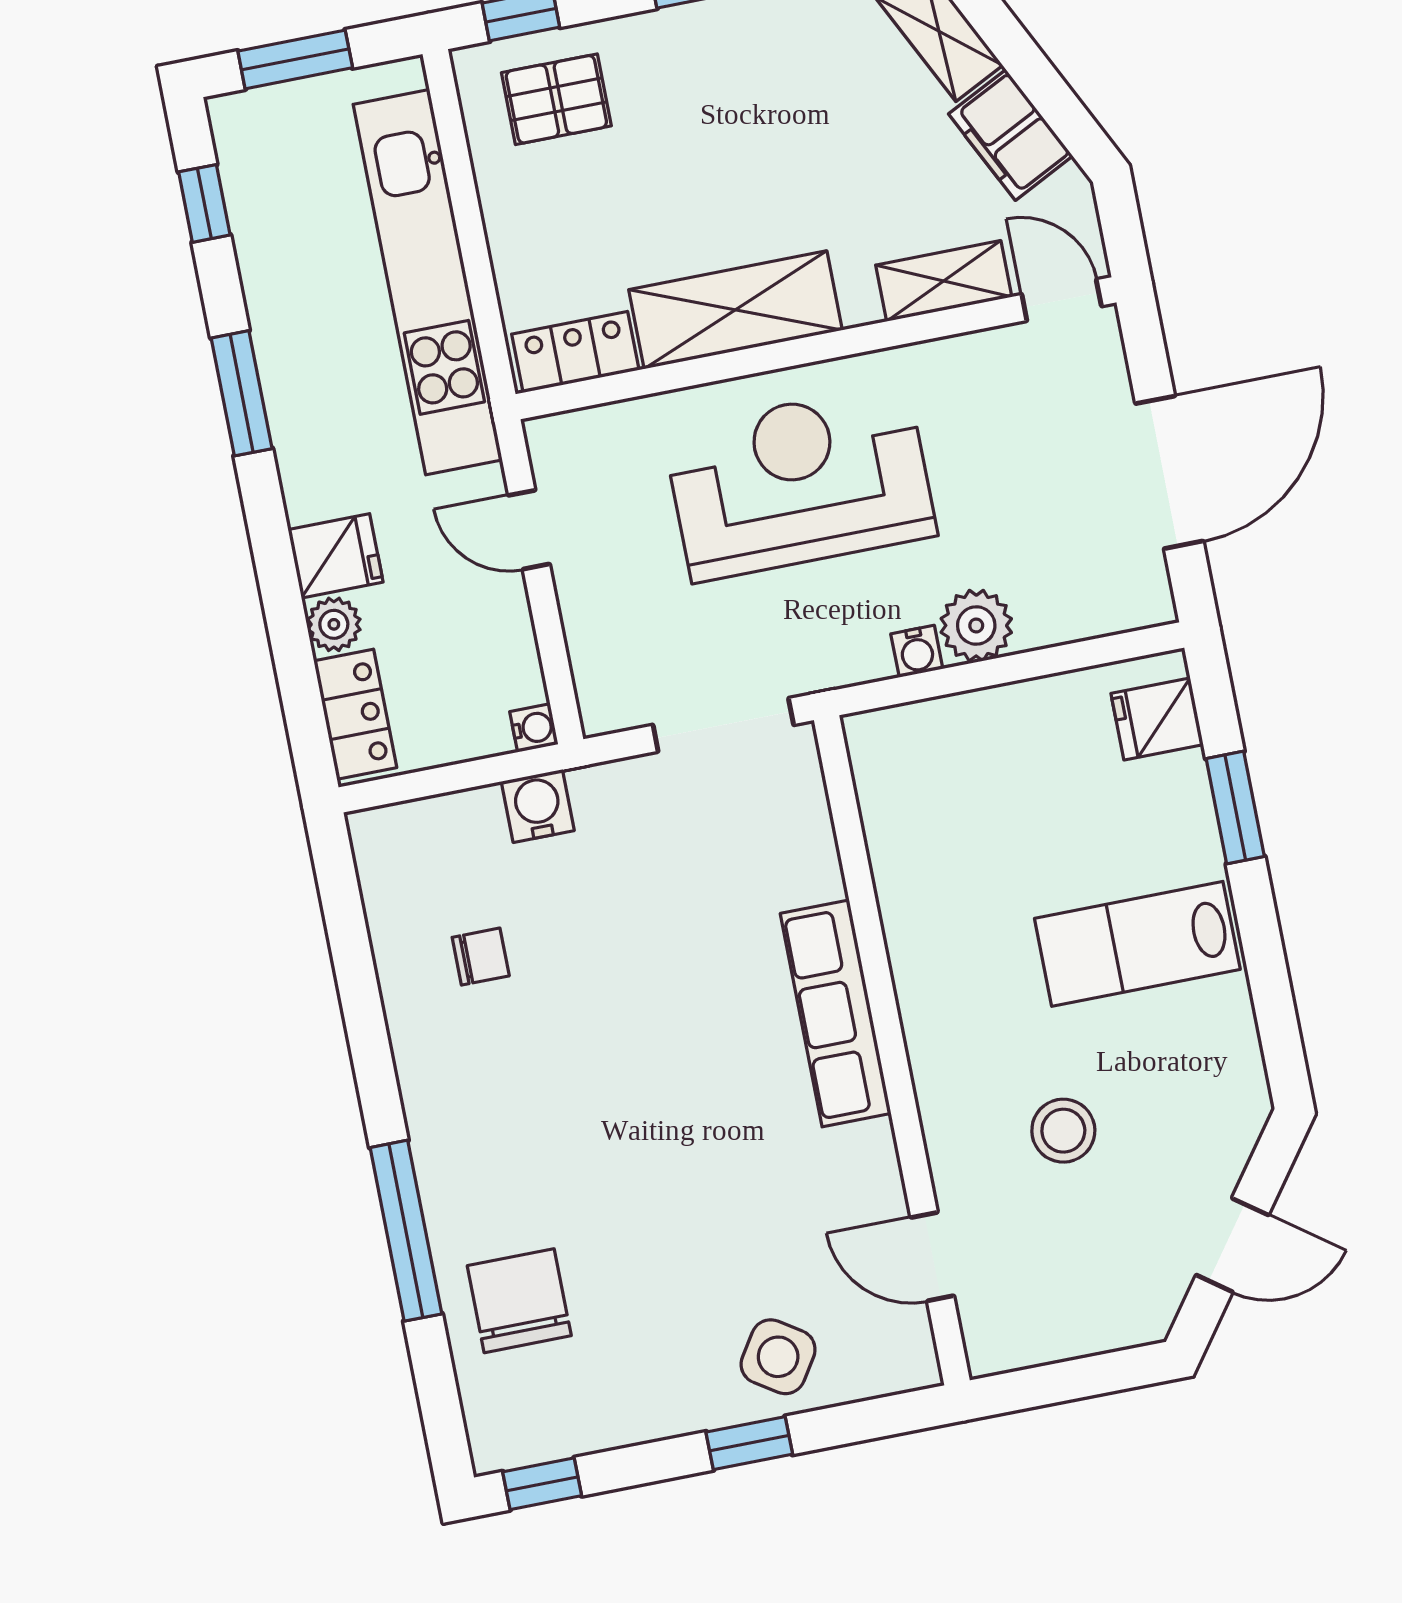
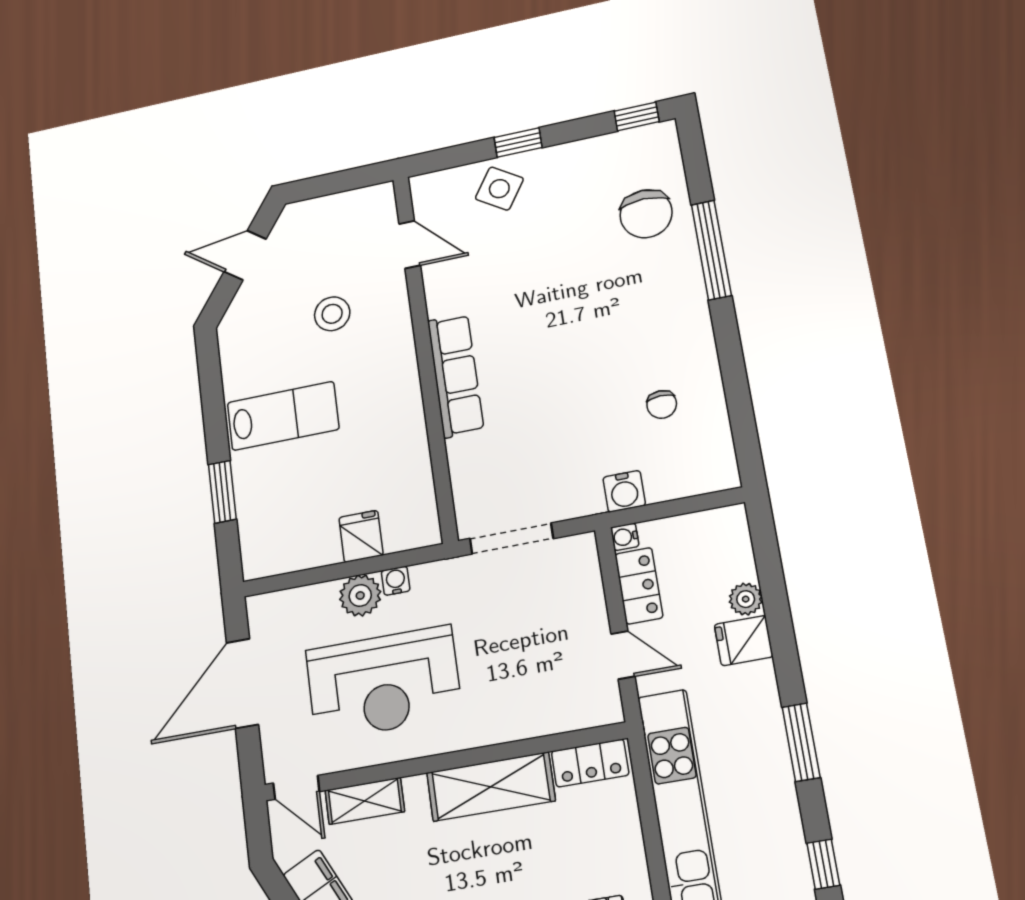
reception desk: (800, 482) -> (384, 683), moved
locker: (355, 714) -> (639, 586), moved, turned 180
fridge: (1157, 719) -> (361, 536), moved, turned -90
chair: (481, 957) -> (662, 404), turned -91

